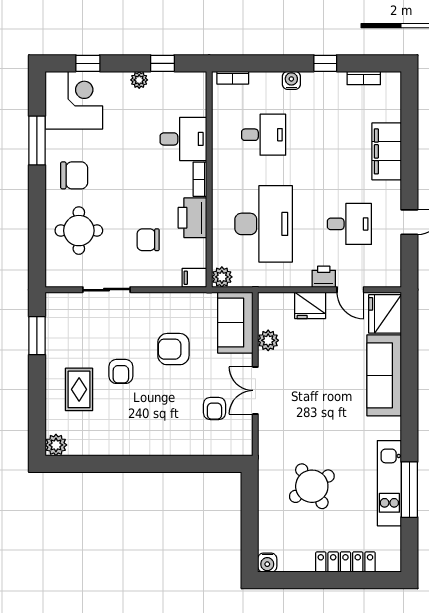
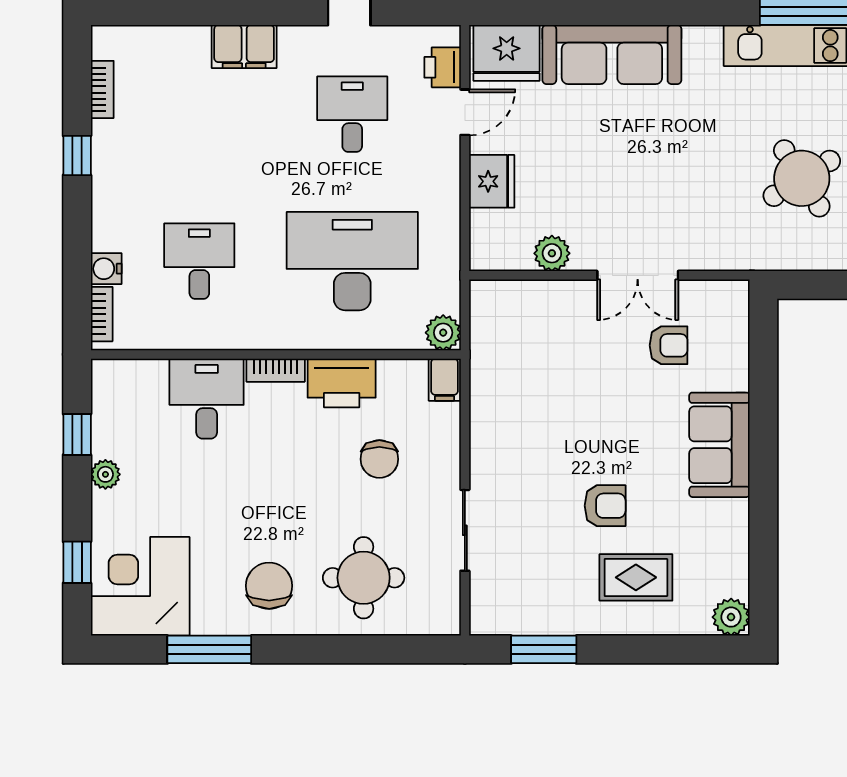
water cooler: (291, 80) -> (106, 269), moved
filing cabinet: (387, 151) -> (244, 47), width x0.67, depth x0.86
printer: (324, 277) -> (443, 67), moved
sofa: (235, 323) -> (719, 445), moved, turned 90
armchair: (173, 349) -> (567, 416), removed

